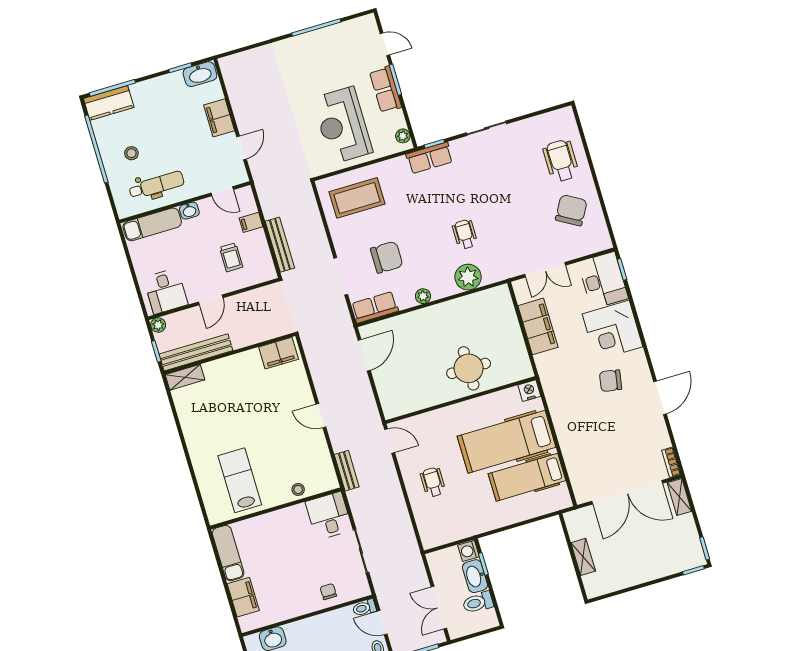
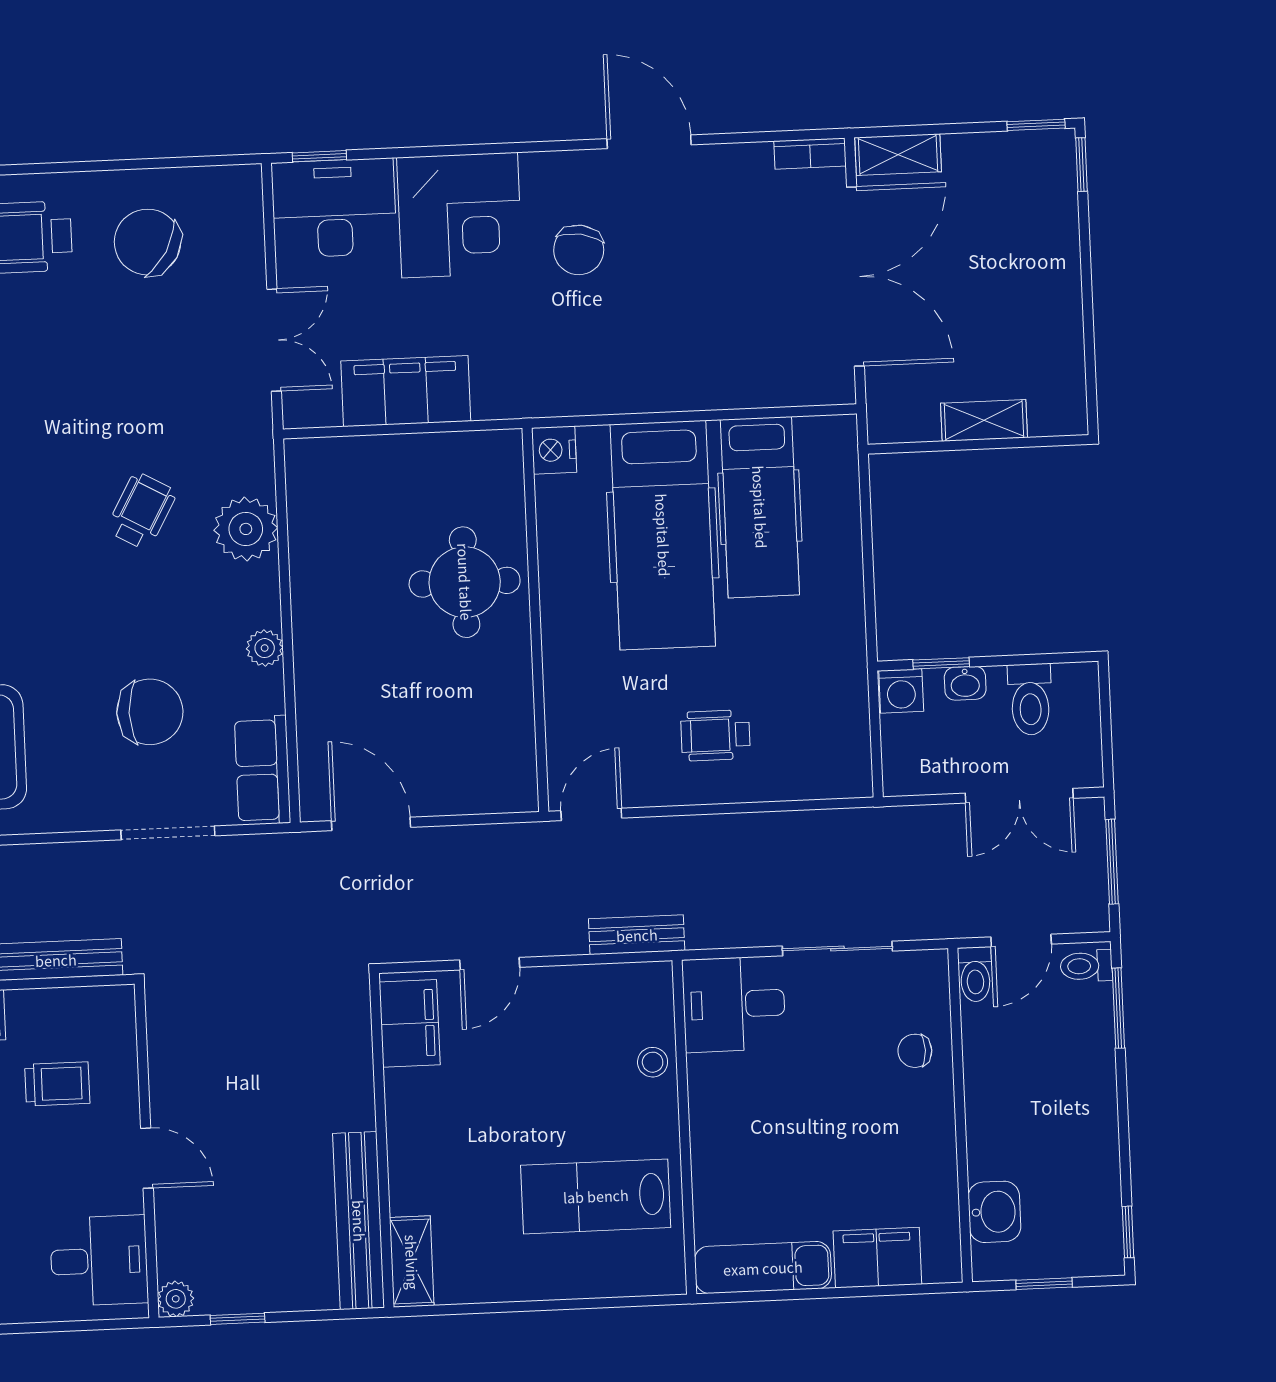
wheelchair: (465, 234) -> (141, 511), turned 119
chair: (387, 257) -> (150, 712), turned 90
bench: (196, 352) -> (359, 1221), moved
filing cabinet: (279, 353) -> (410, 1023), moved
wall: (230, 354) -> (382, 1140), moved
shelving: (185, 377) -> (412, 1262), moved
washbasin: (475, 576) -> (965, 683), width x0.52, depth x0.69

